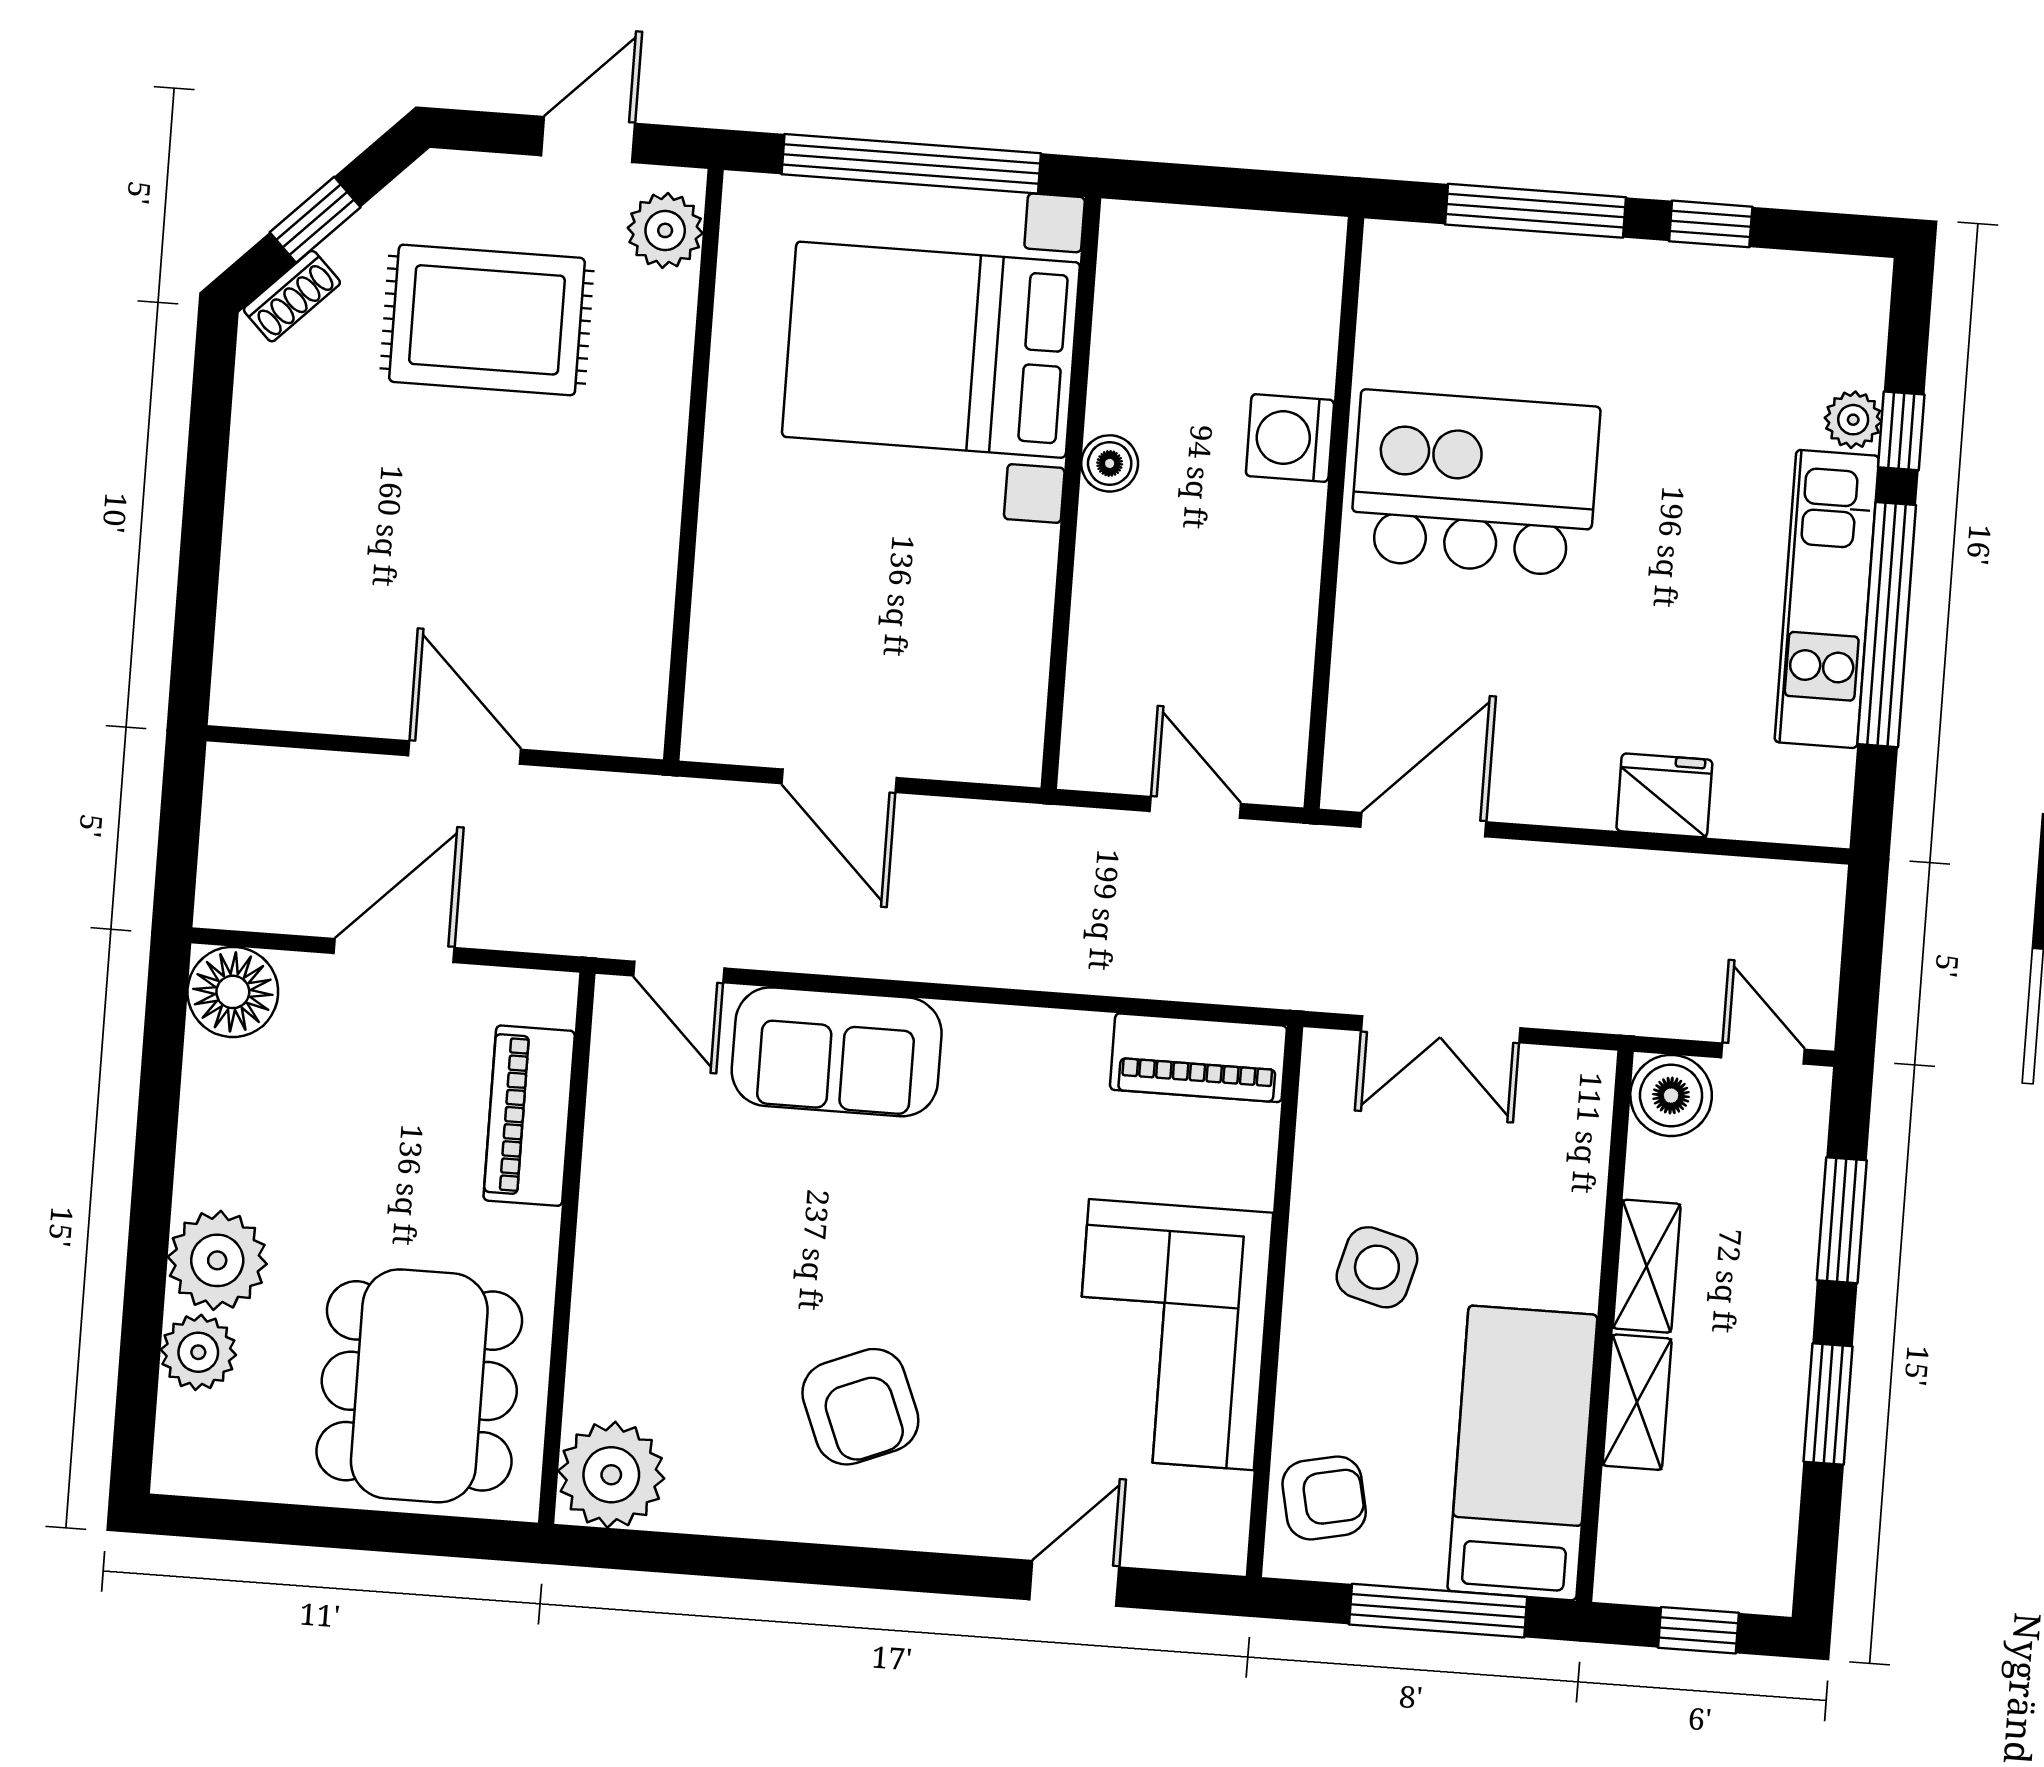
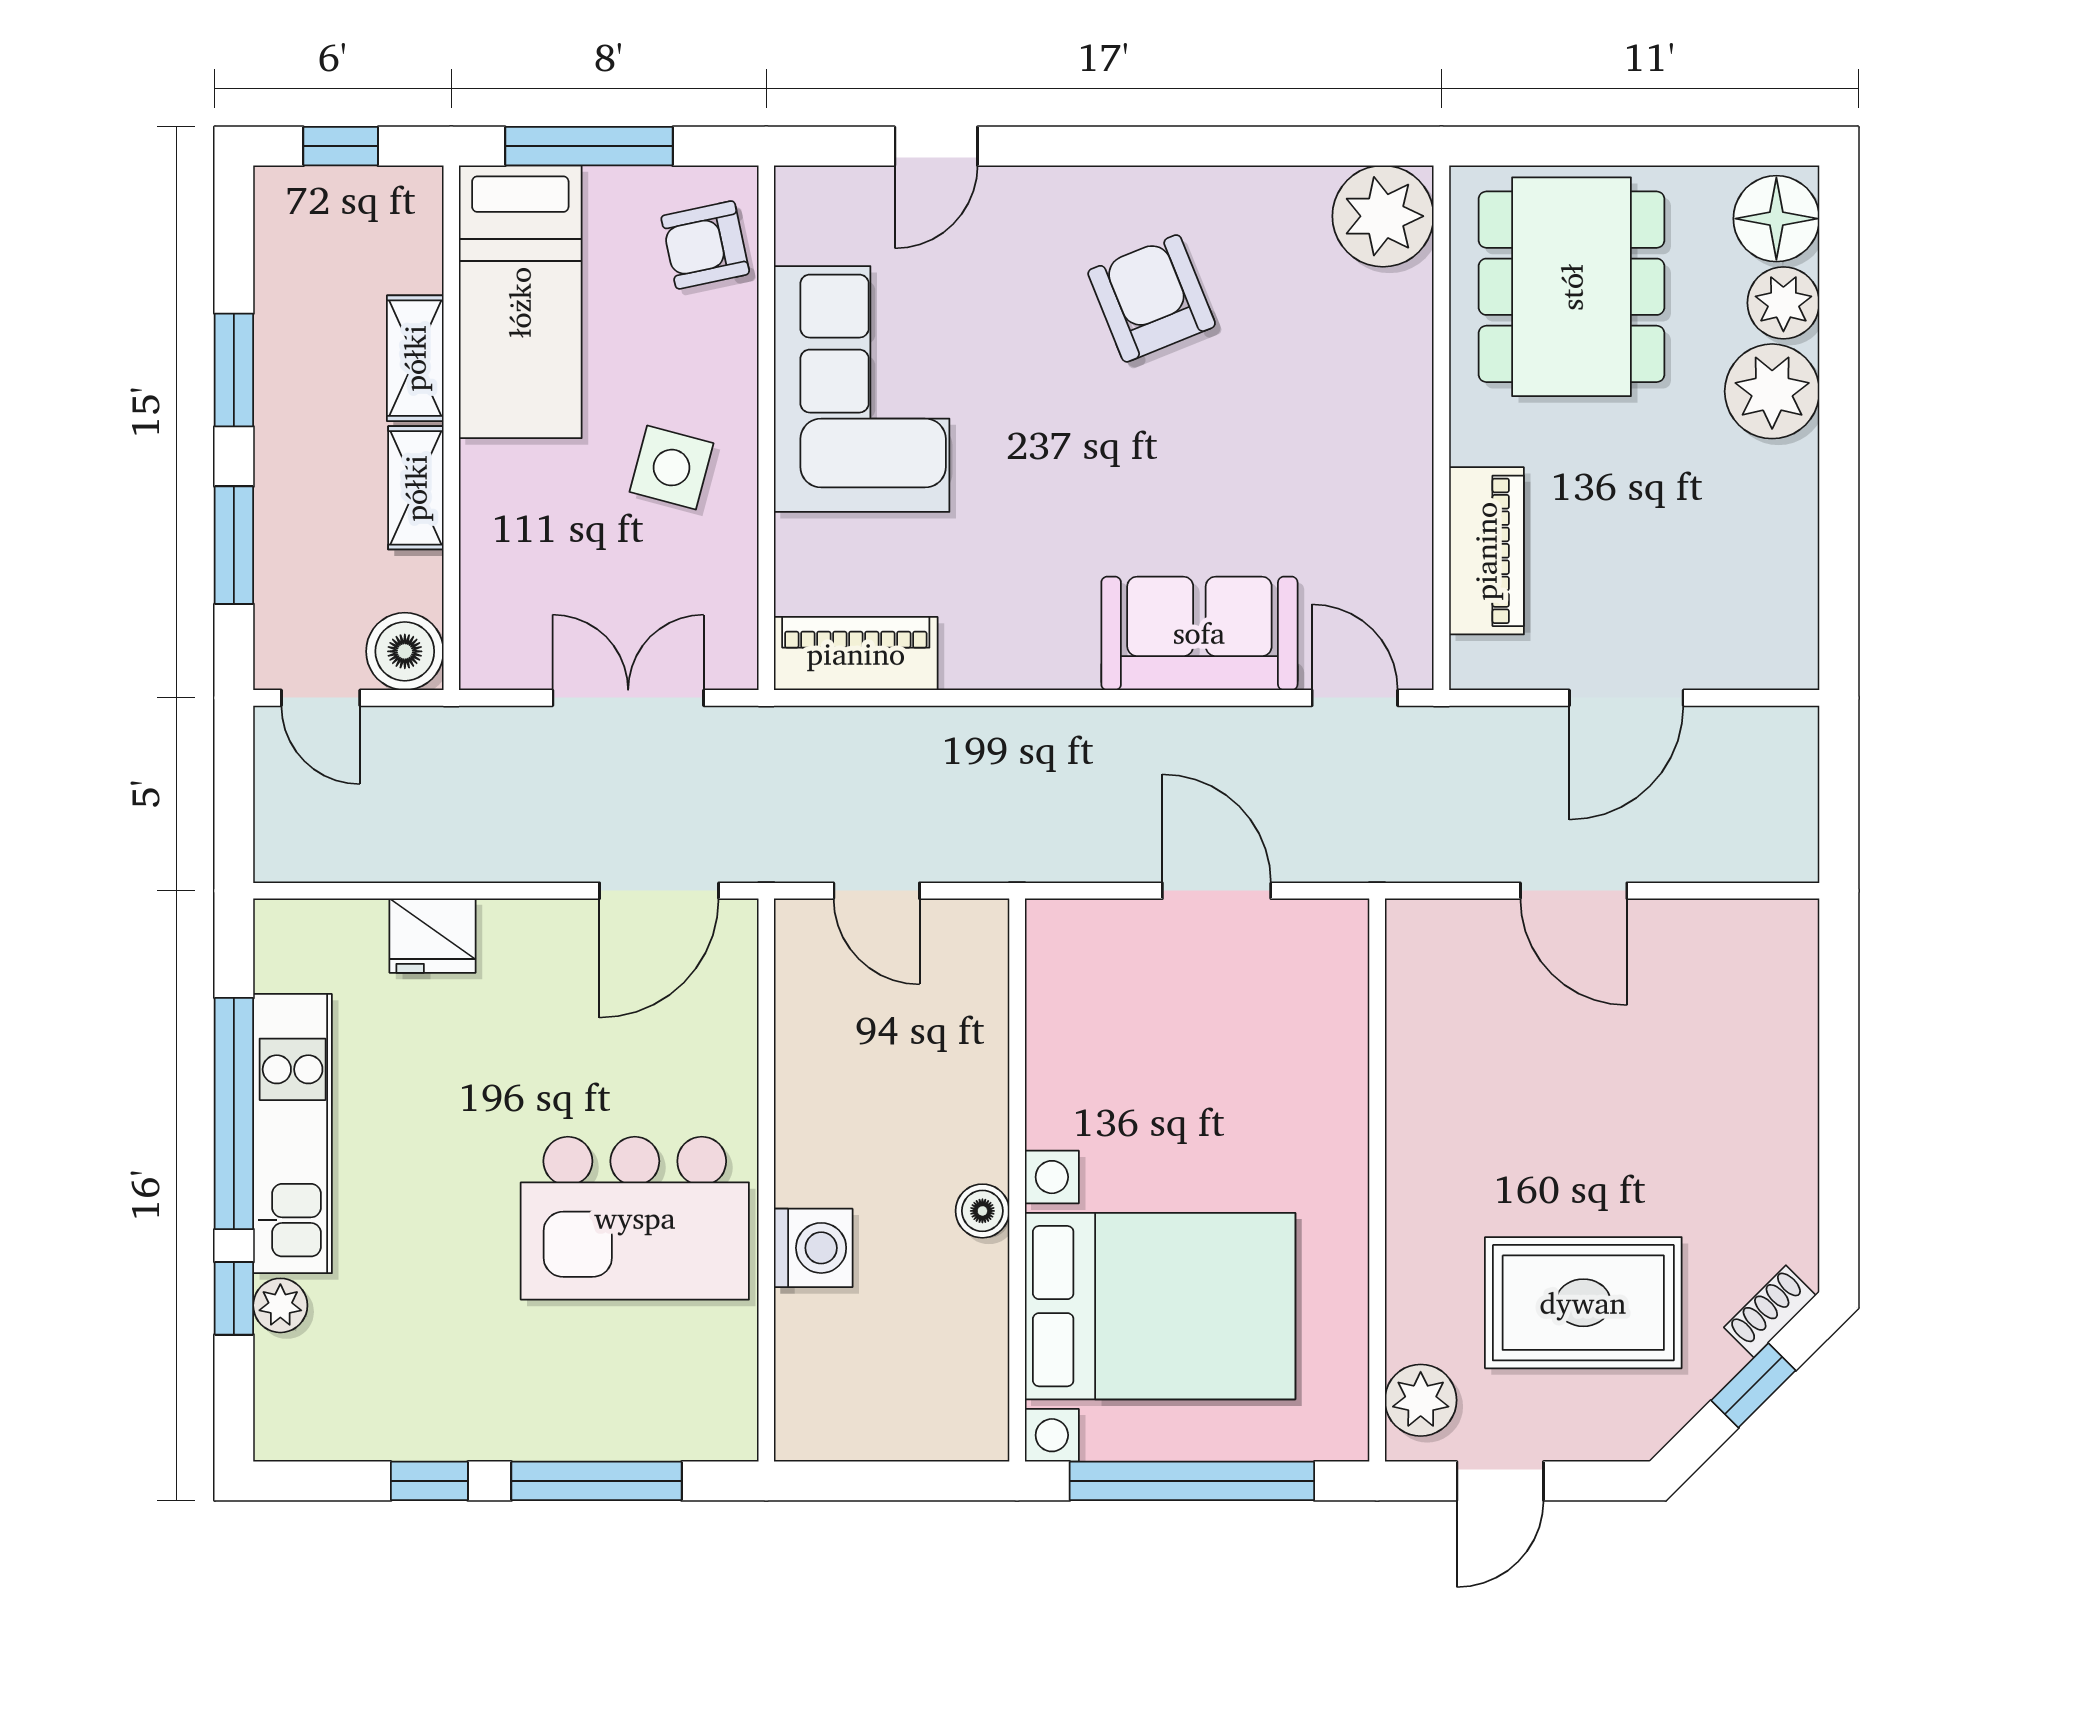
floor lamp: (233, 992) -> (1776, 219), moved

